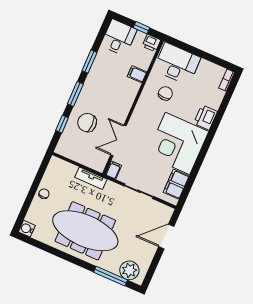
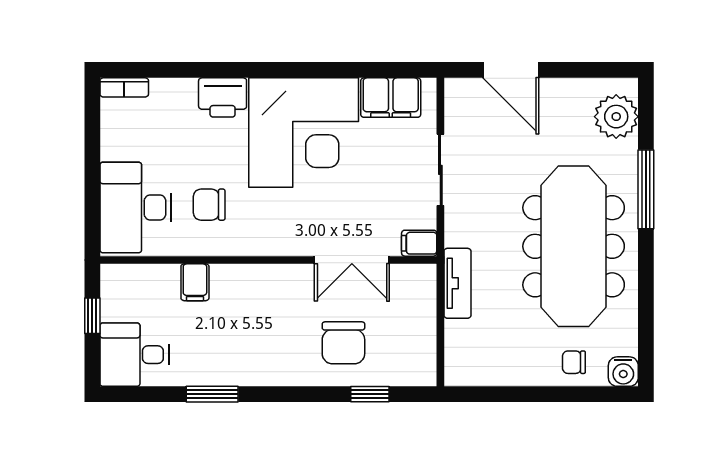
printer: (151, 43) -> (116, 281), removed
window: (75, 94) -> (294, 394), removed
chair: (44, 194) -> (574, 362), moved
window: (111, 276) -> (646, 189), moved

